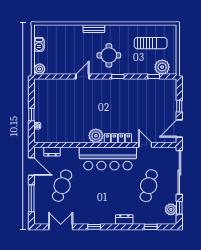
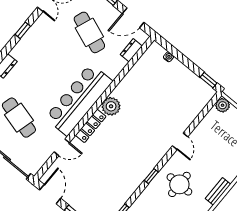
window: (31, 114) -> (209, 80), moved

